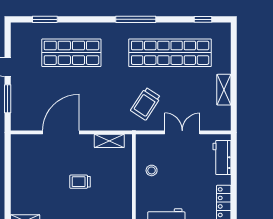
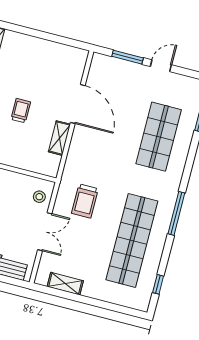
shelving: (224, 90) -> (65, 284), moved
trolley: (146, 104) -> (85, 201), turned -123
shelving: (109, 141) -> (59, 138), moved
stool: (152, 170) -> (39, 197), moved

